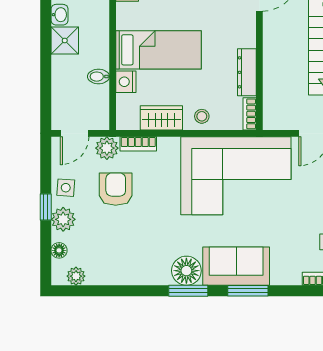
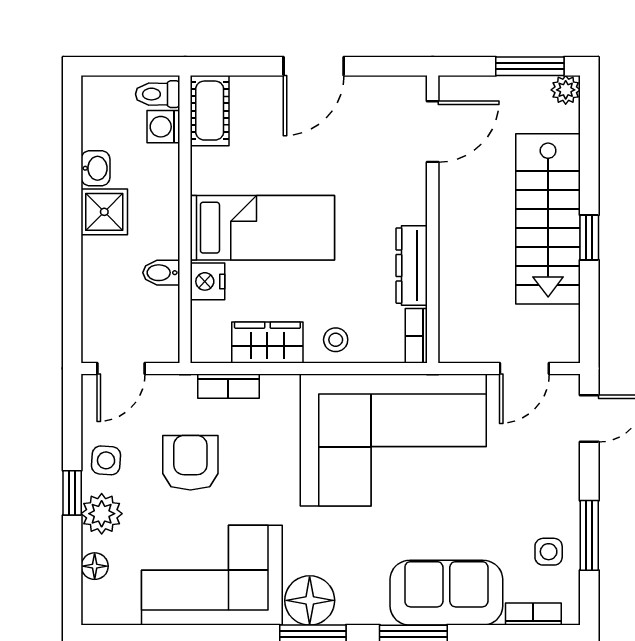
plant: (107, 148) -> (175, 394), removed
corner sofa: (128, 256) -> (212, 575), added
sofa: (236, 266) -> (446, 593), moved
plant: (76, 276) -> (123, 610), removed

